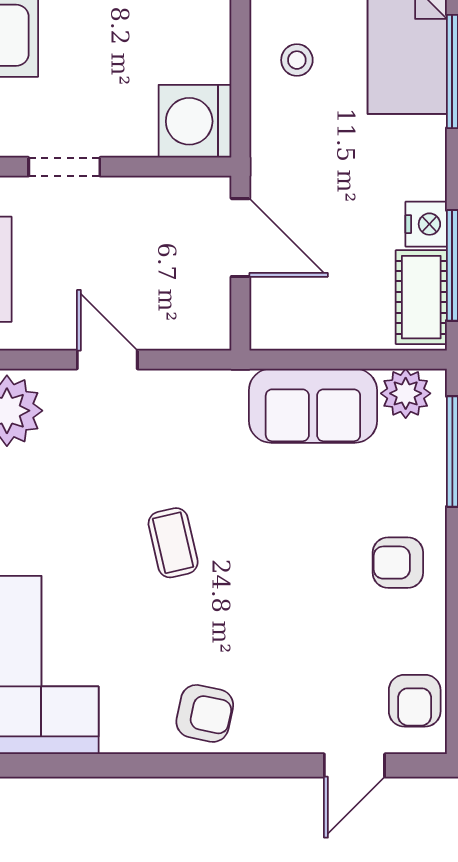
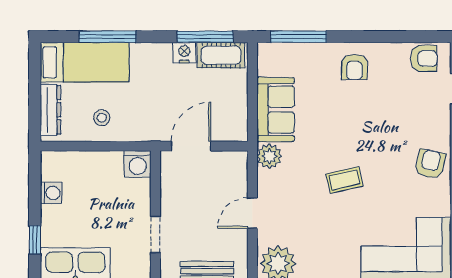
washing machine: (195, 121) -> (138, 164), width x0.73, depth x0.73
plant: (406, 393) -> (269, 156), moved

